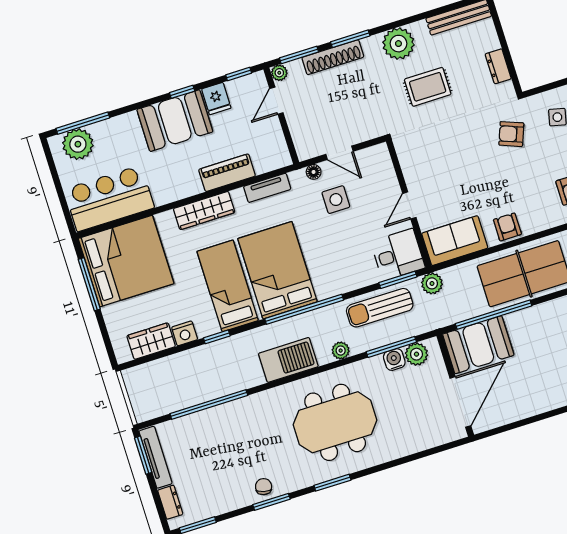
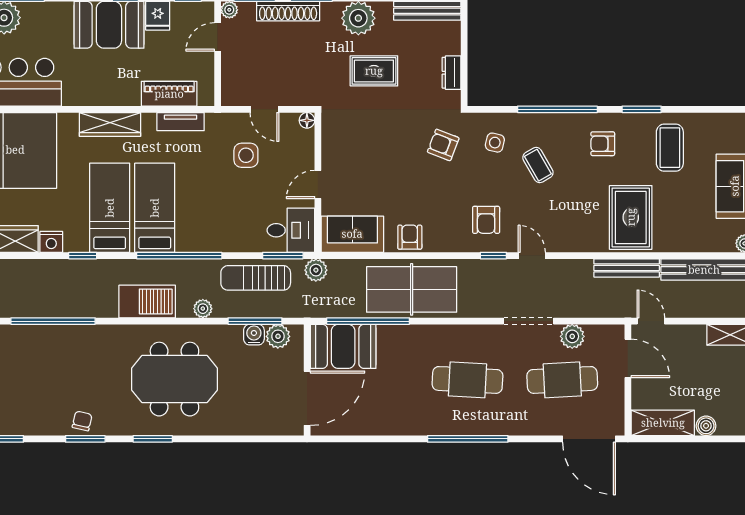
floor lamp: (314, 172) -> (307, 120), moved
piano: (227, 173) -> (169, 94), moved
bed: (277, 270) -> (155, 208), width x0.67

